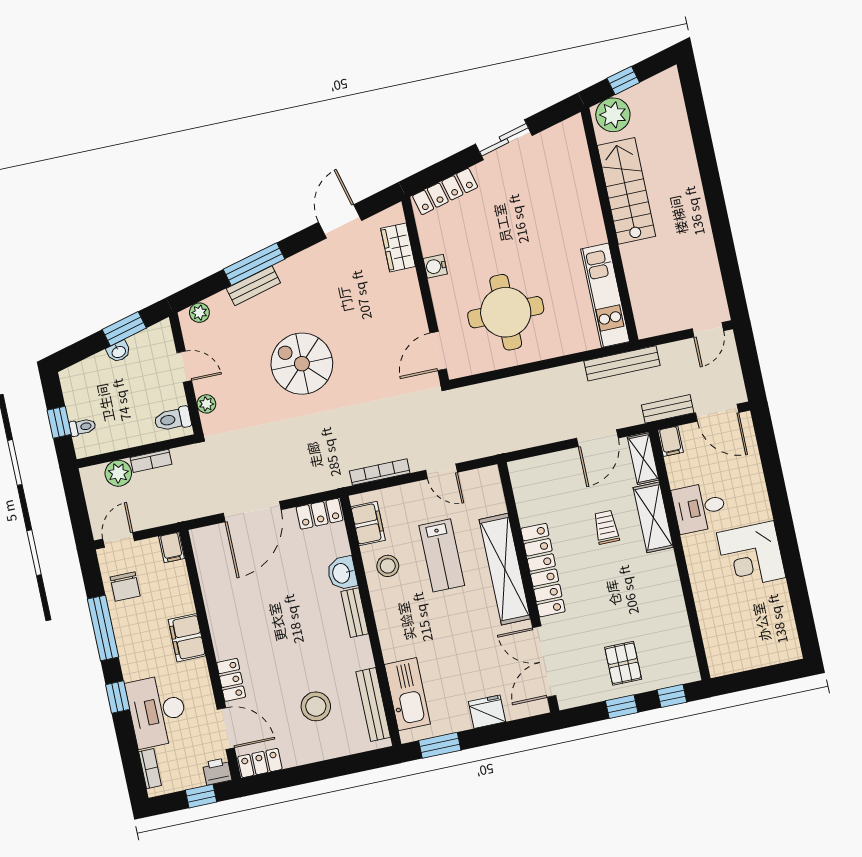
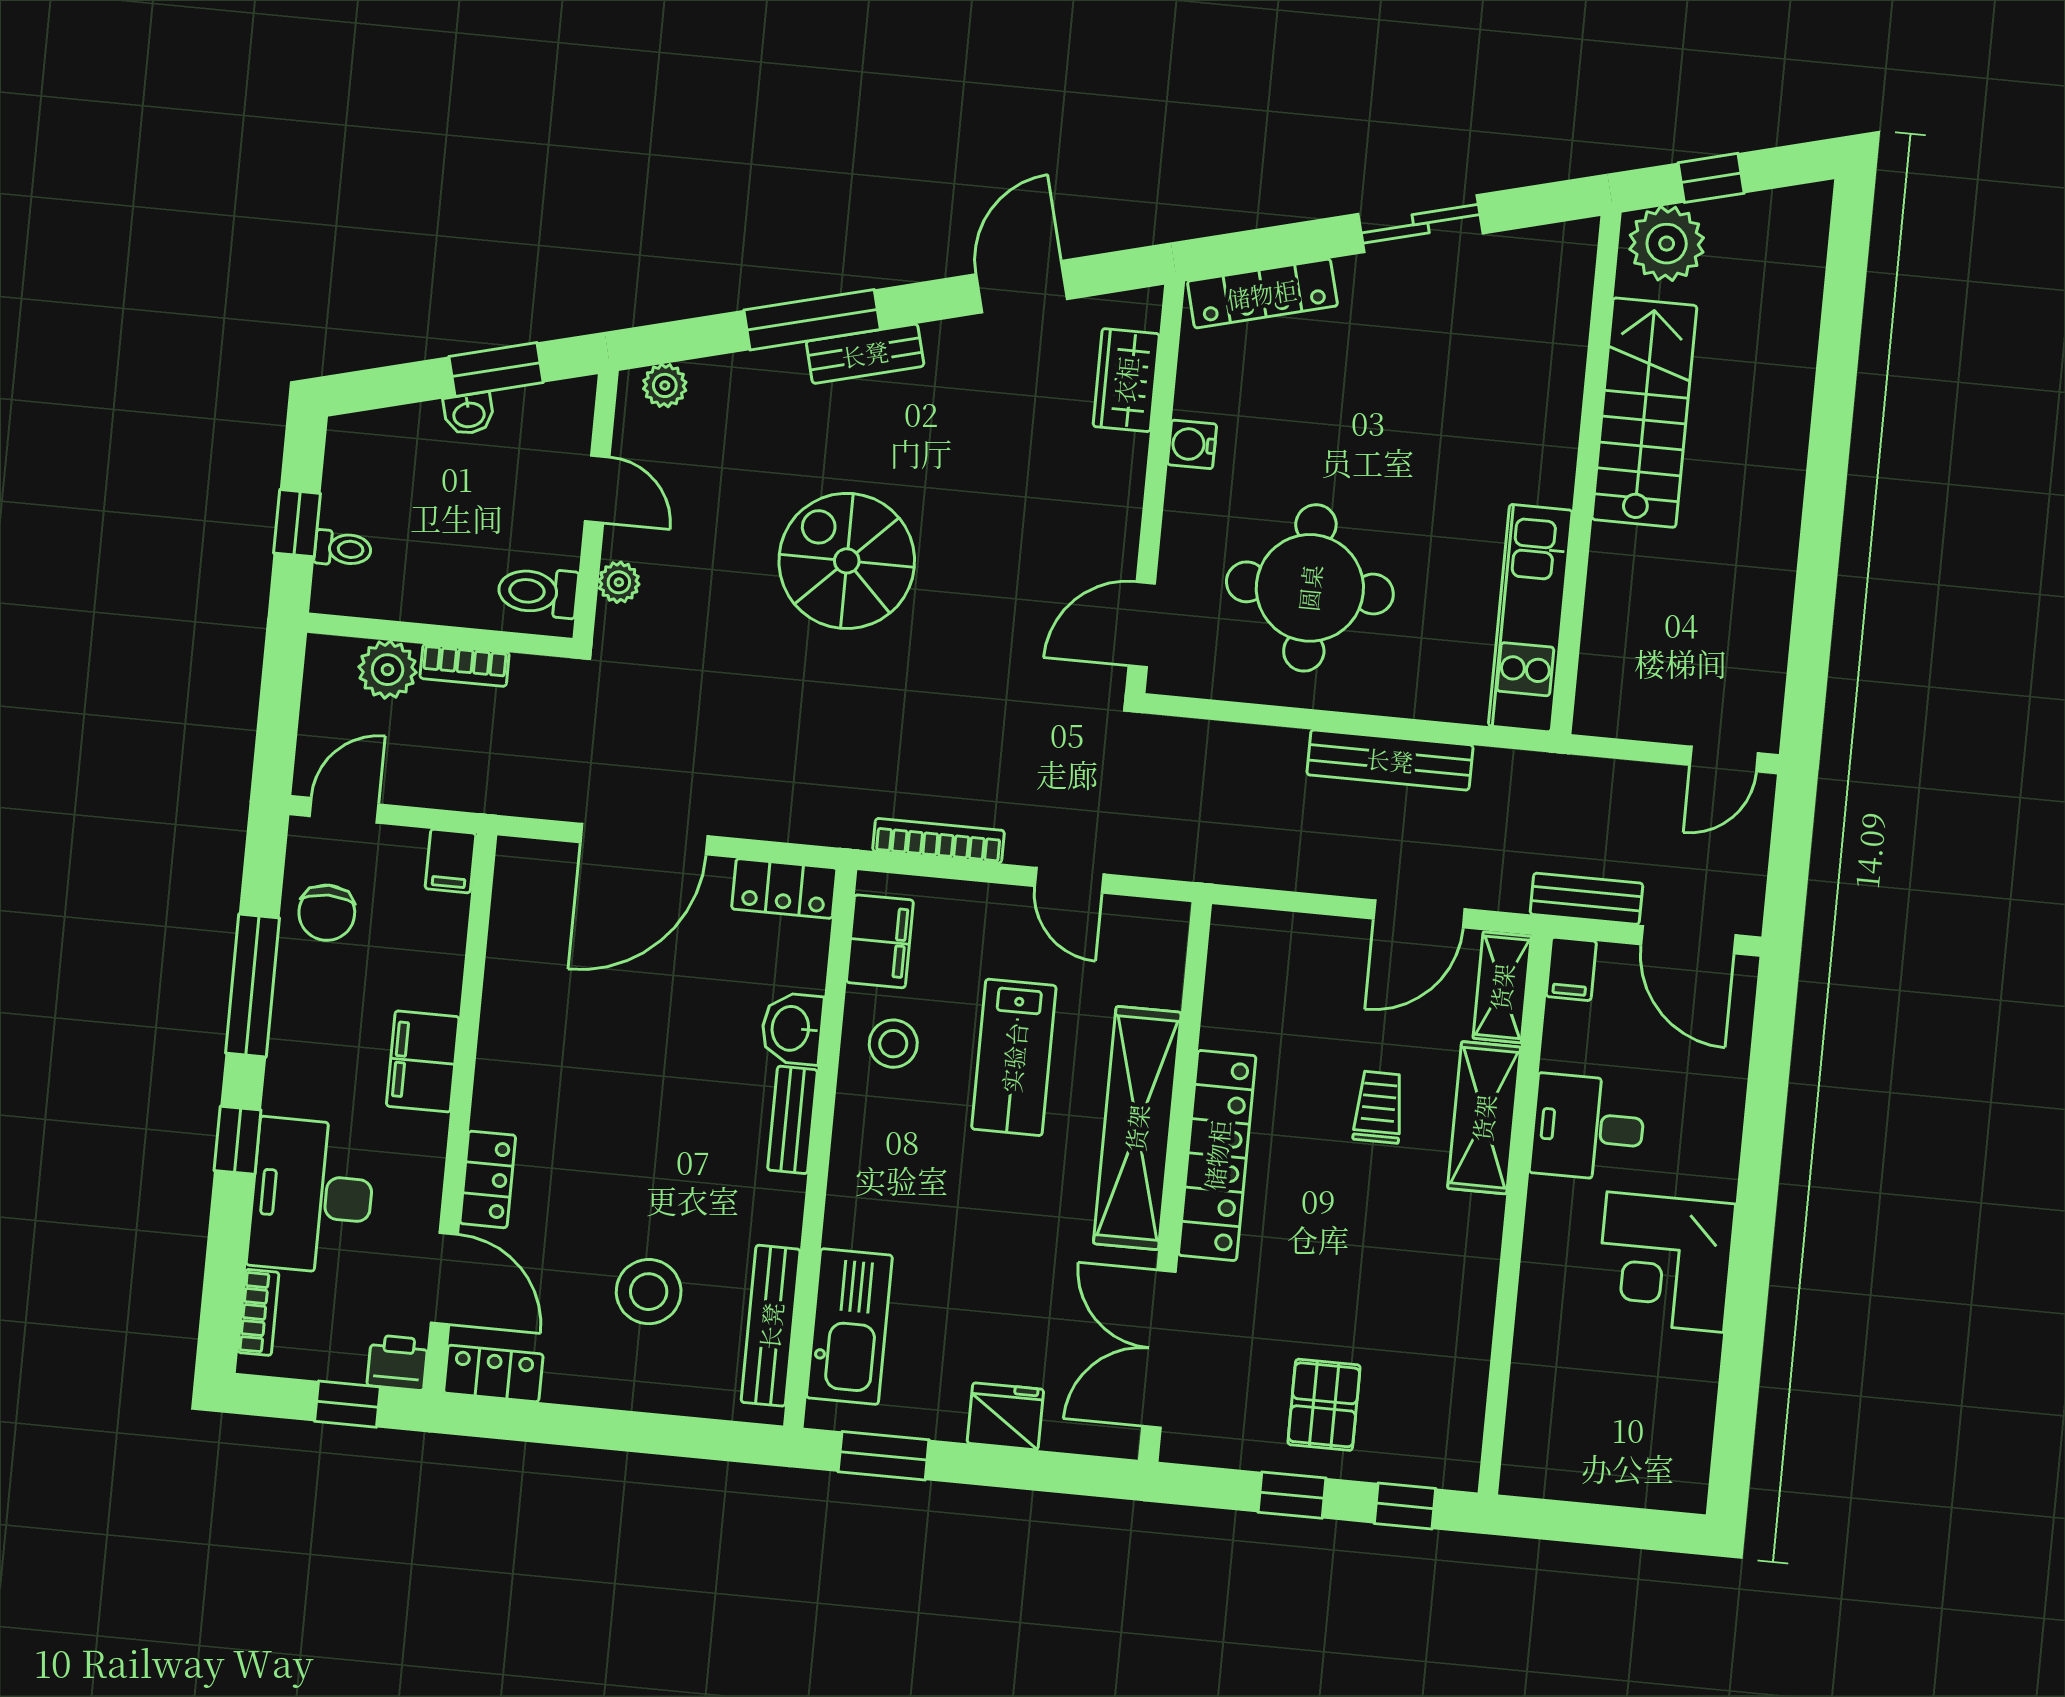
bench: (253, 286) -> (865, 354), moved
bench: (622, 363) -> (1390, 760), moved

